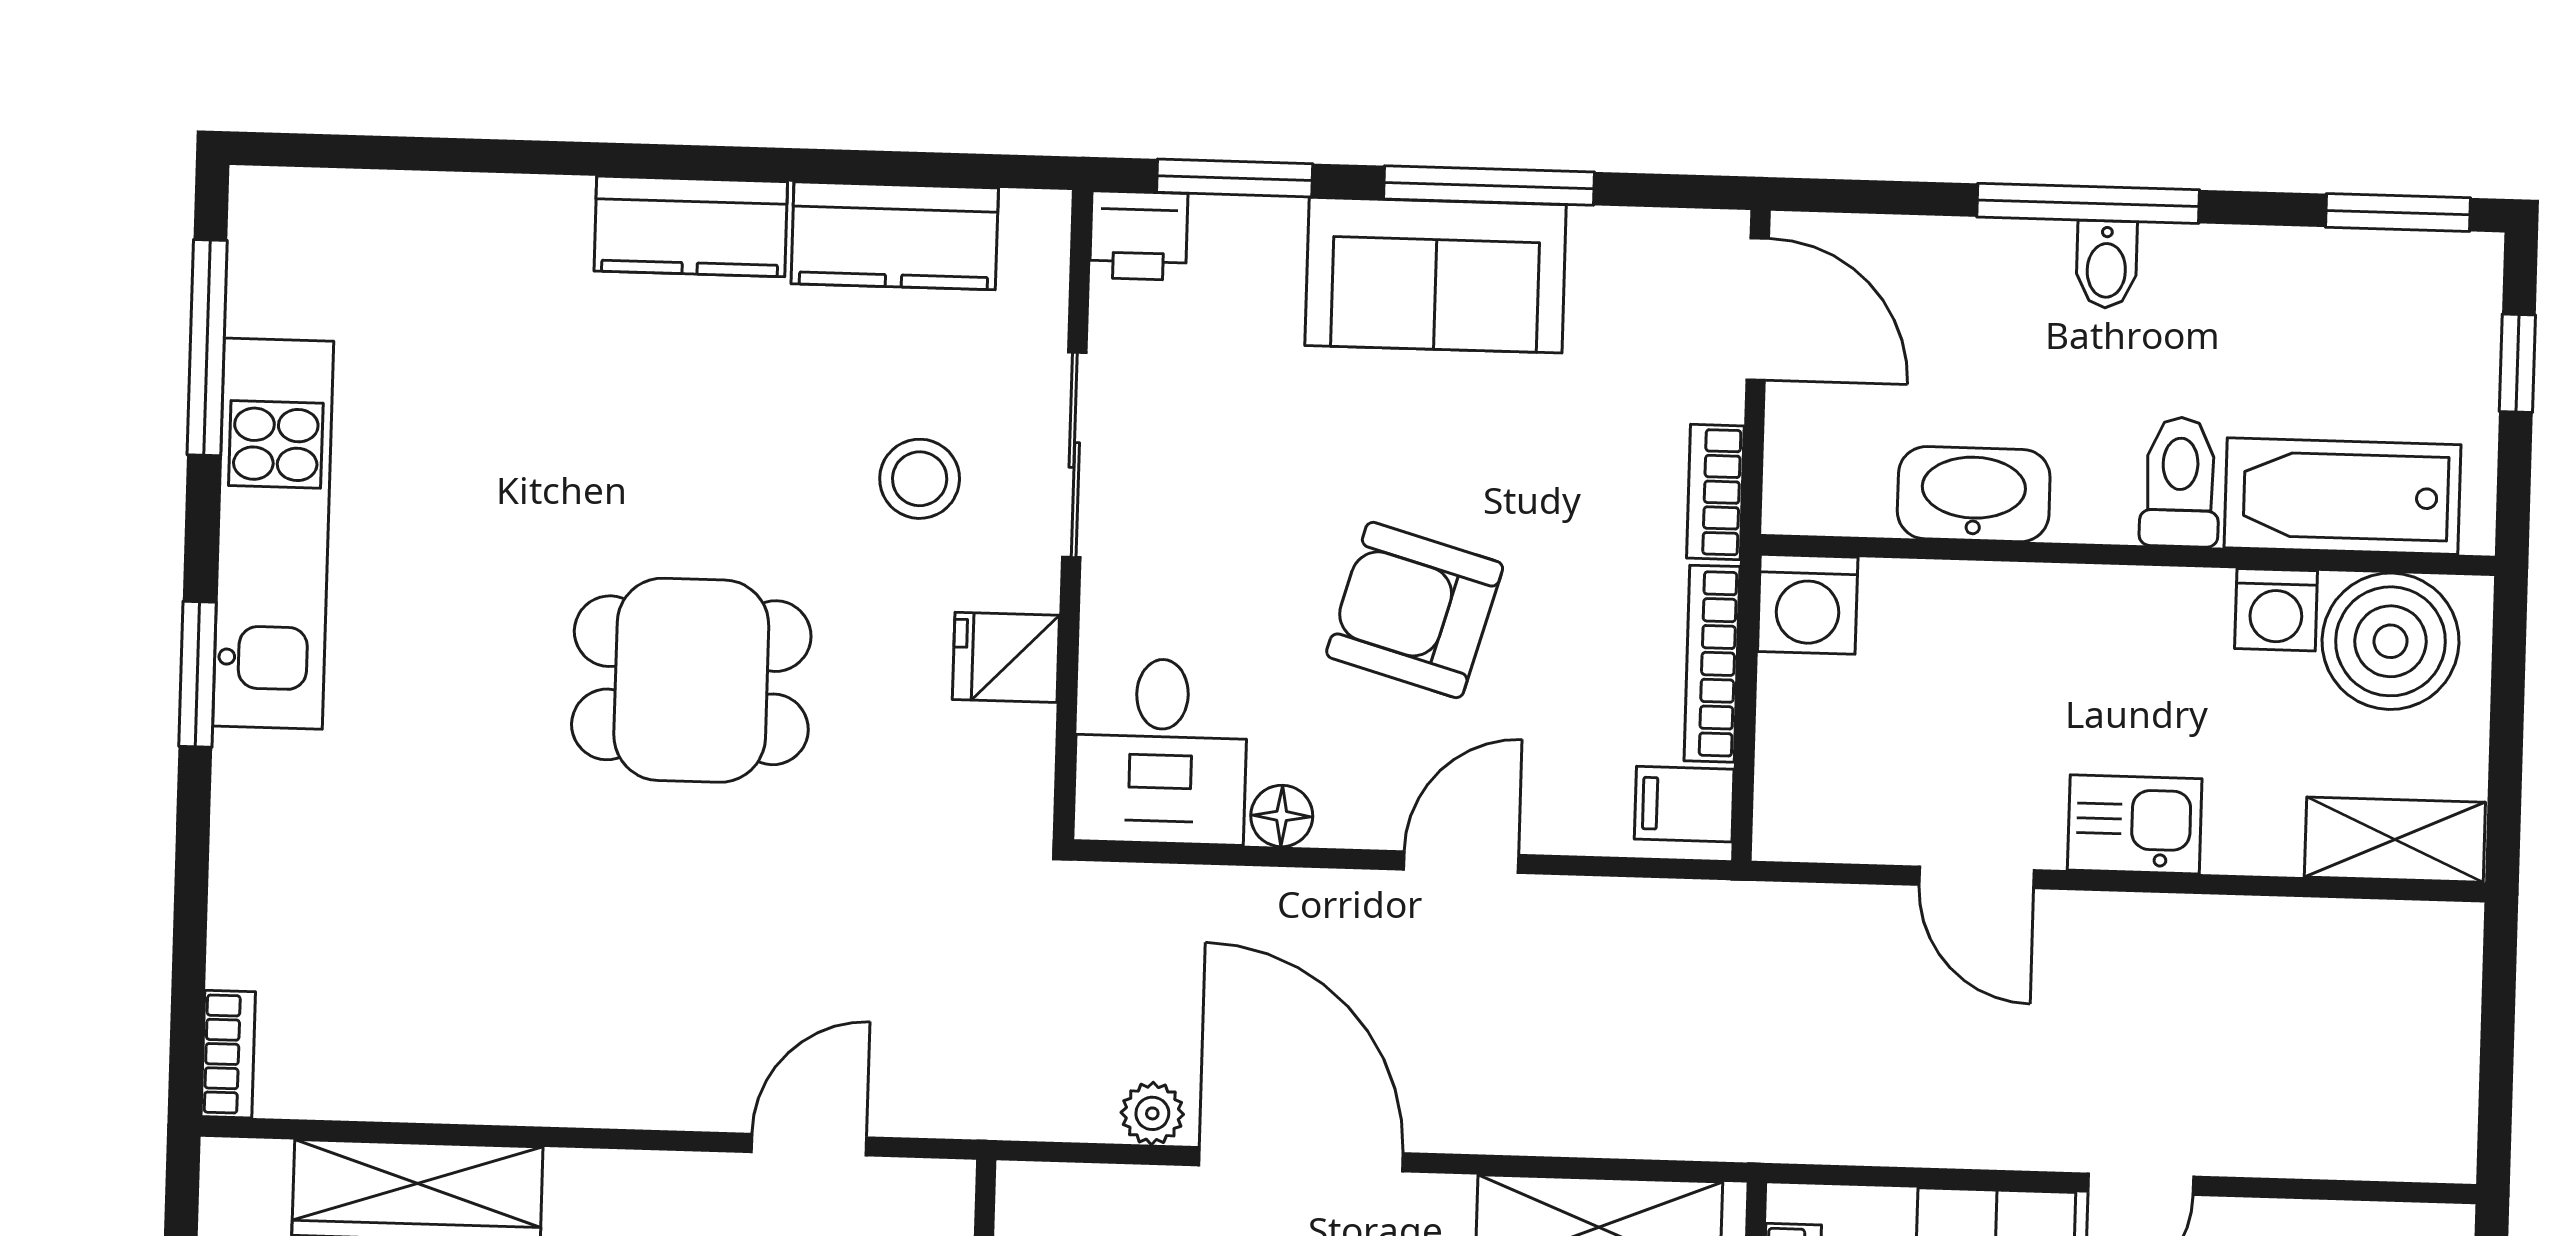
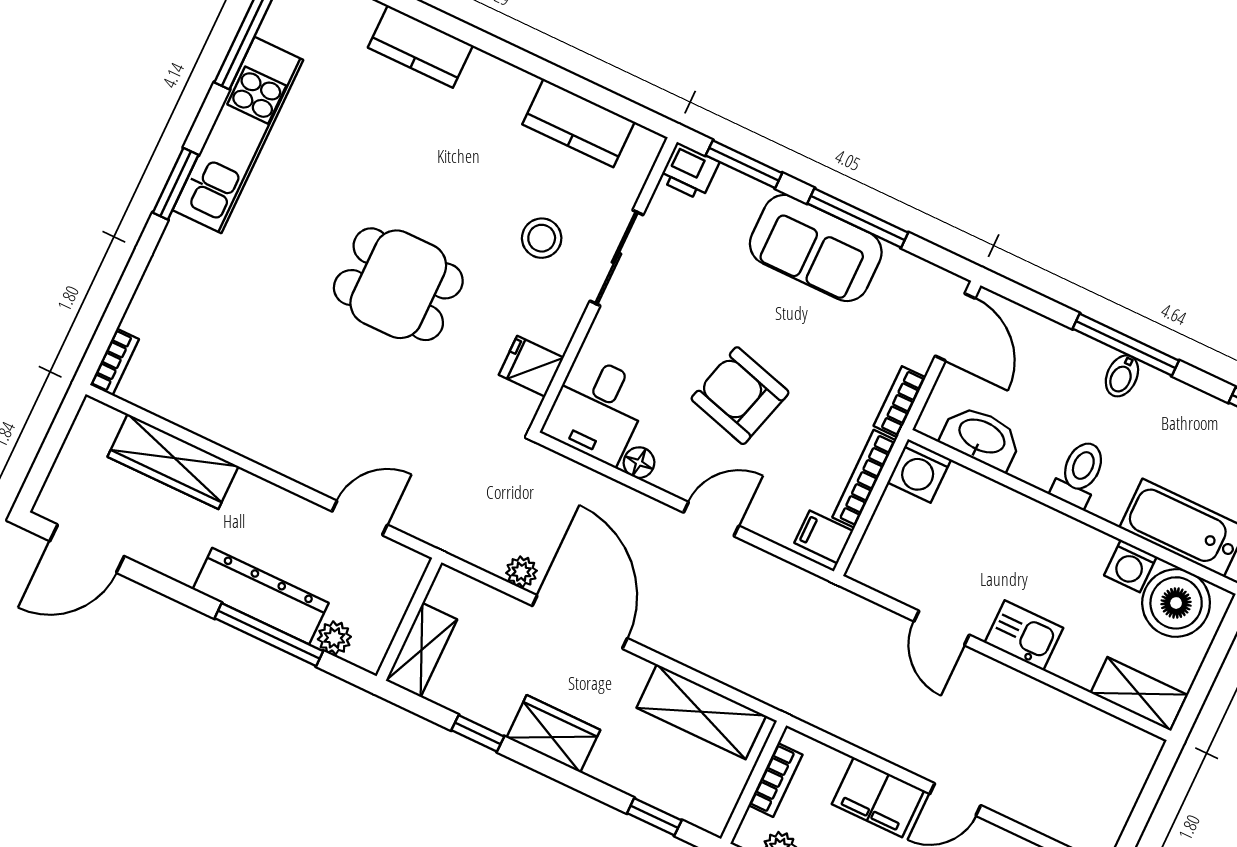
kitchen counter: (691, 226) -> (420, 47), moved
toilet: (2180, 482) -> (1079, 474), moved
washbasin: (1974, 494) -> (981, 437), moved
fridge: (1006, 657) -> (531, 366), moved

